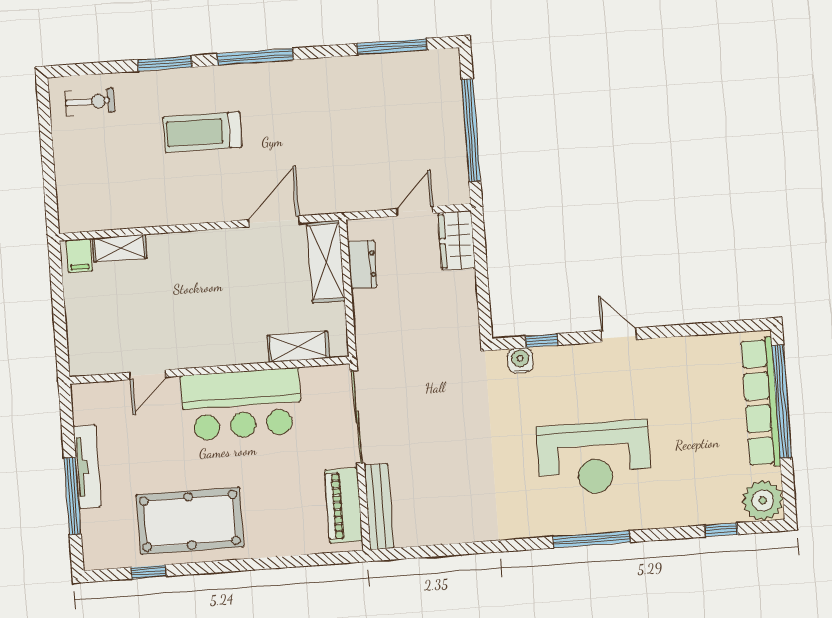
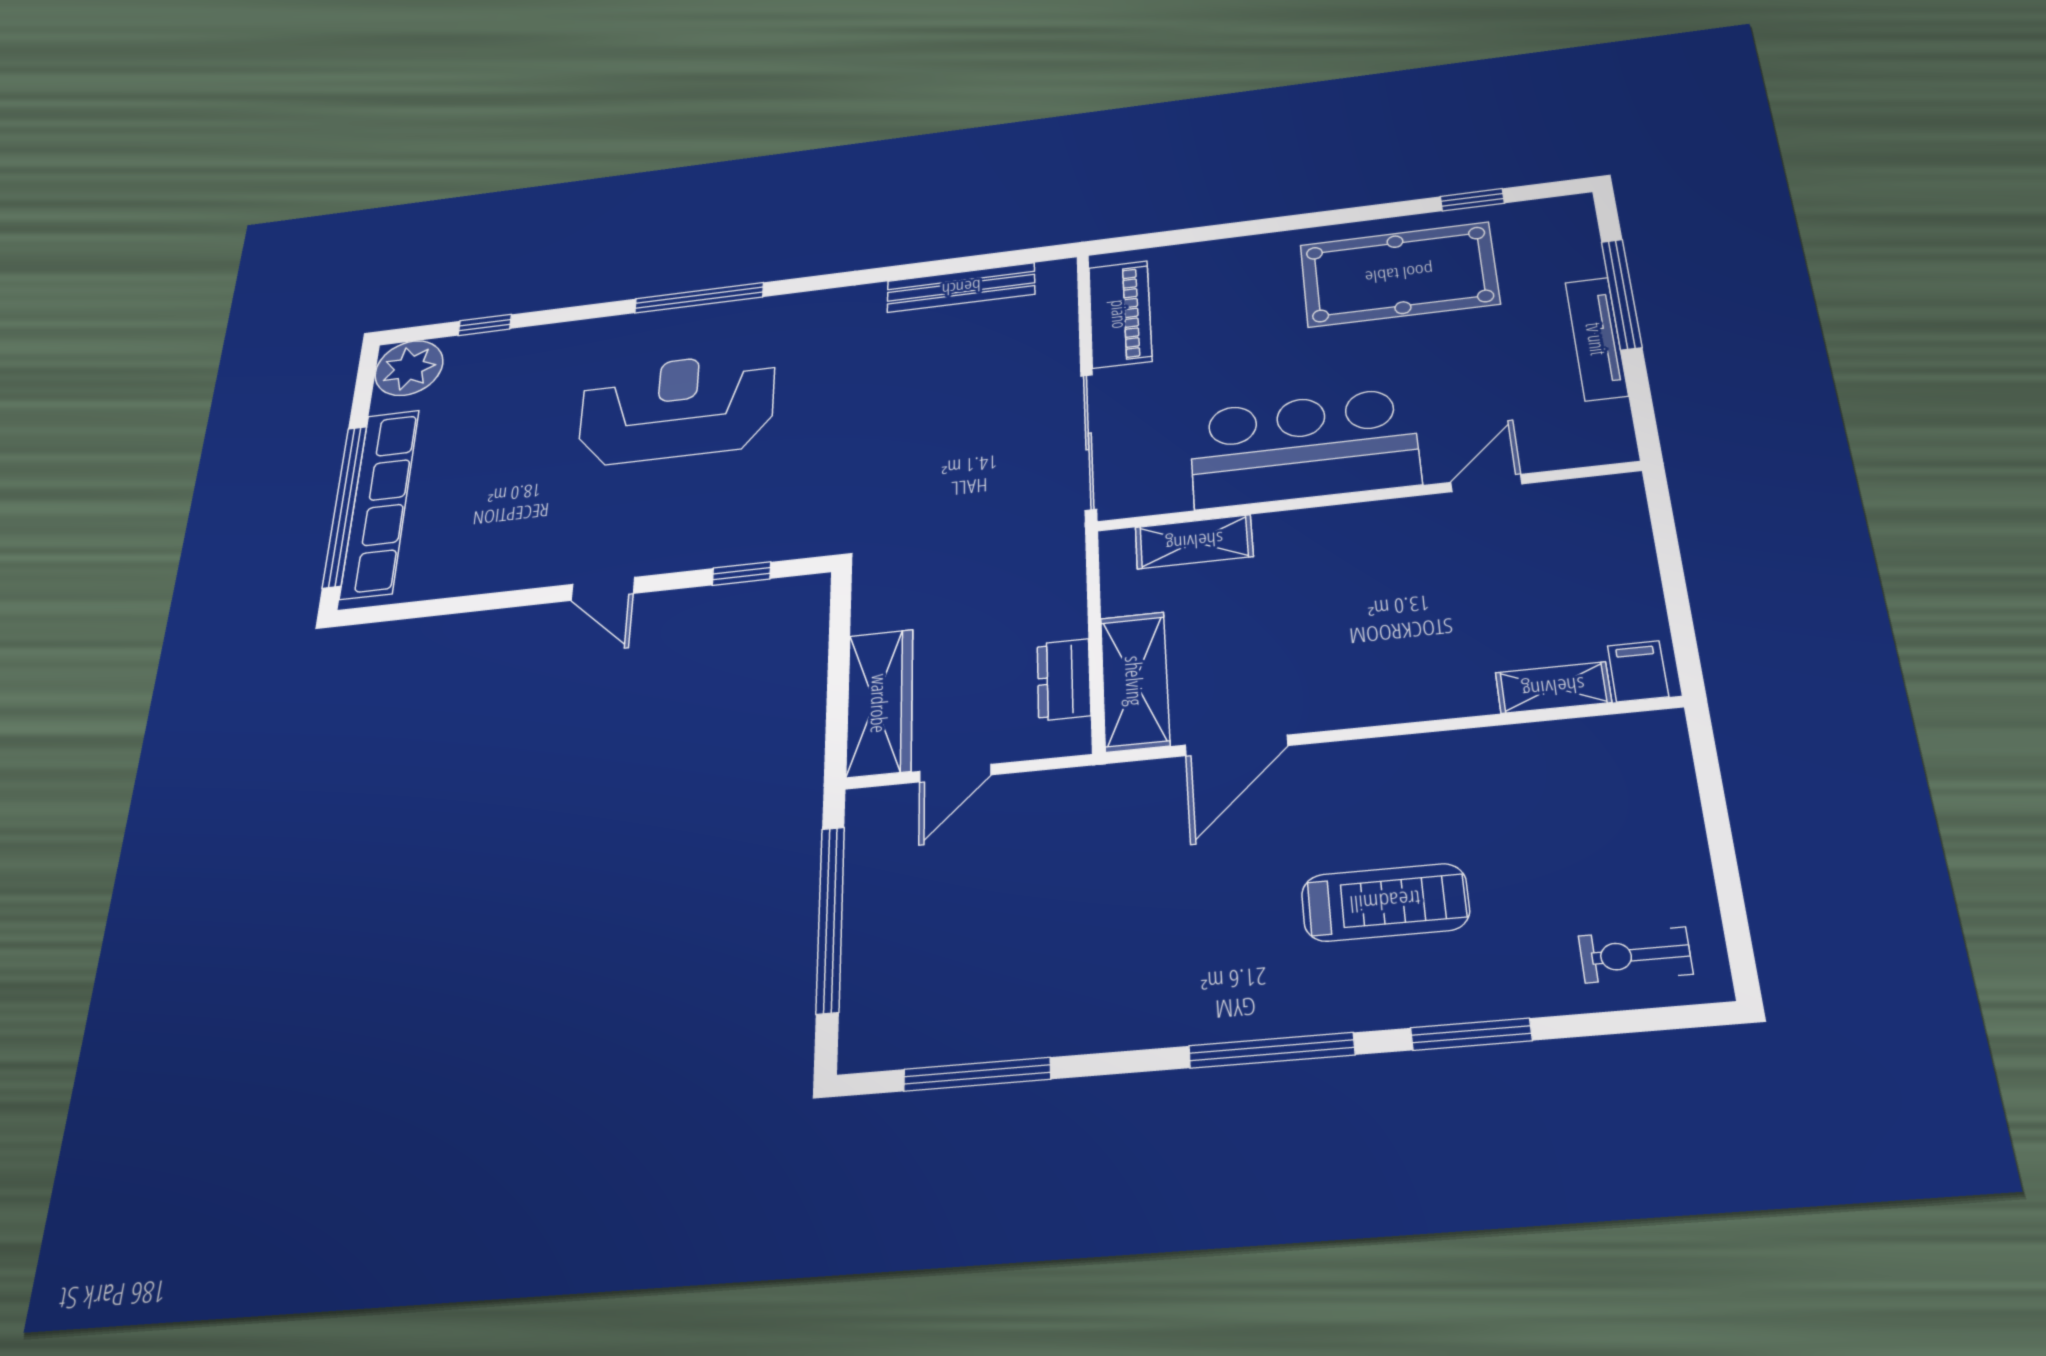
wardrobe: (457, 240) -> (880, 703), width x1.50
water cooler: (520, 360) -> (784, 542), removed
bench: (379, 507) -> (961, 288), moved, turned 90

